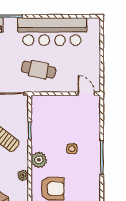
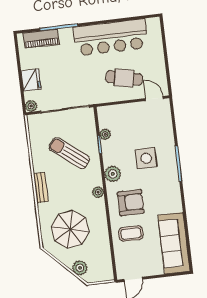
cafe table: (39, 70) -> (124, 78), moved
plant: (36, 122) -> (105, 134), added
side table: (72, 149) -> (146, 158), width x1.87, depth x1.87

